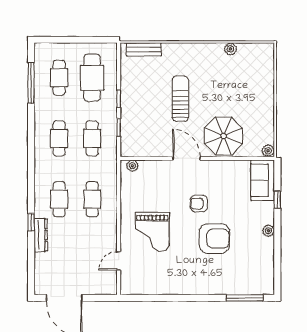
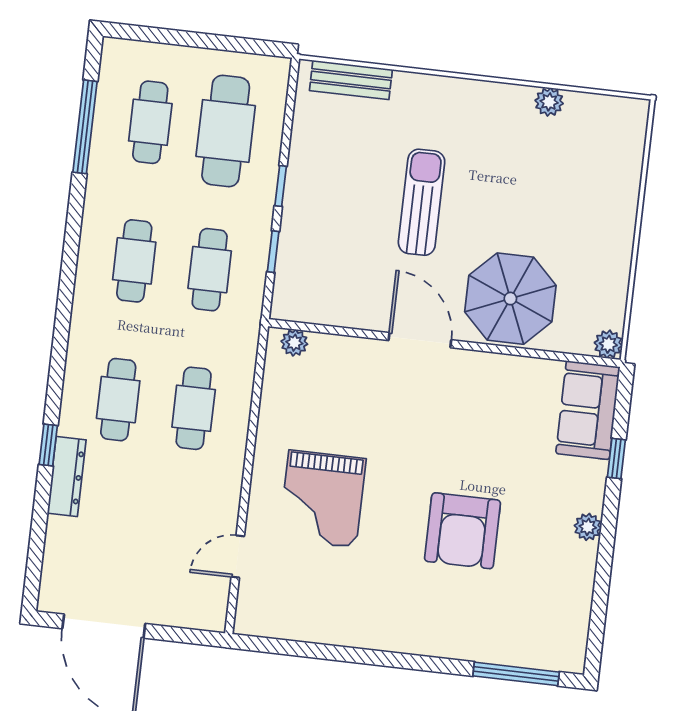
armchair: (199, 204) -> (436, 447), removed
armchair: (214, 239) -> (463, 531), turned 90

